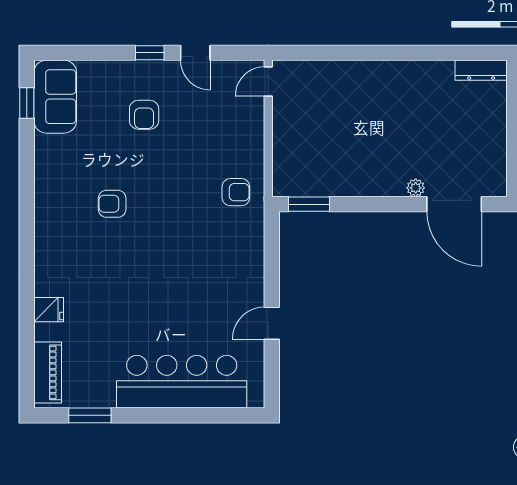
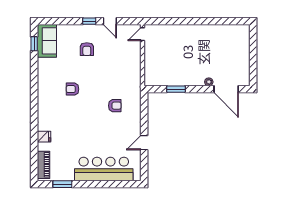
dresser: (481, 70) -> (238, 29), removed
armchair: (236, 192) -> (115, 106), moved
window: (309, 204) -> (176, 89), moved

